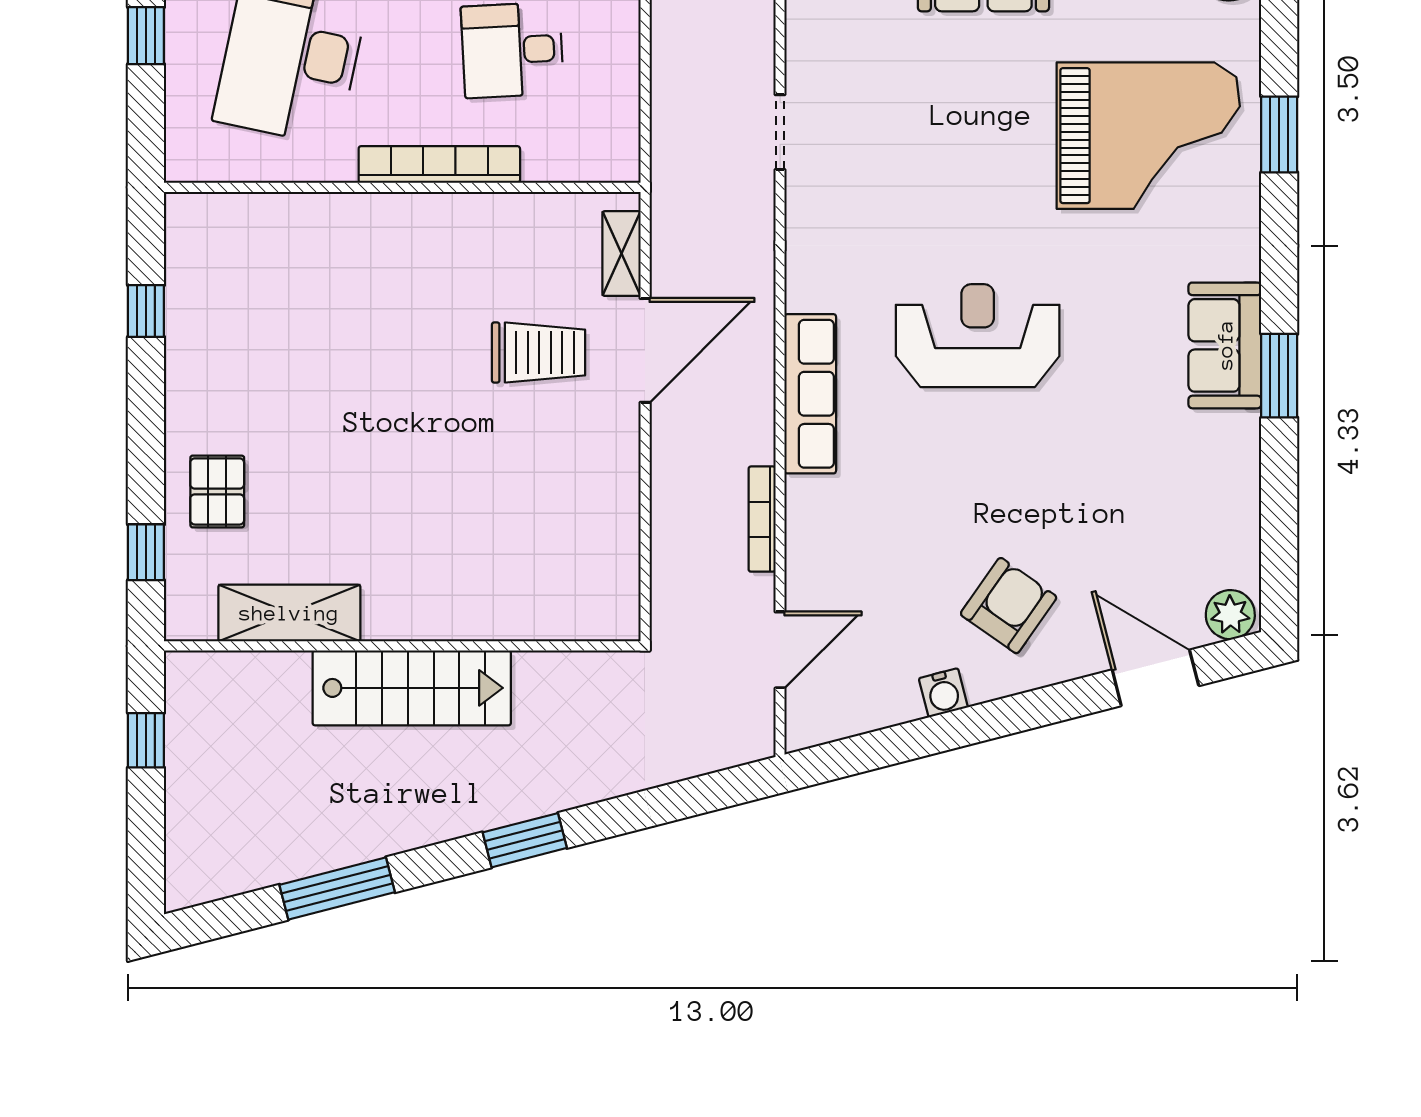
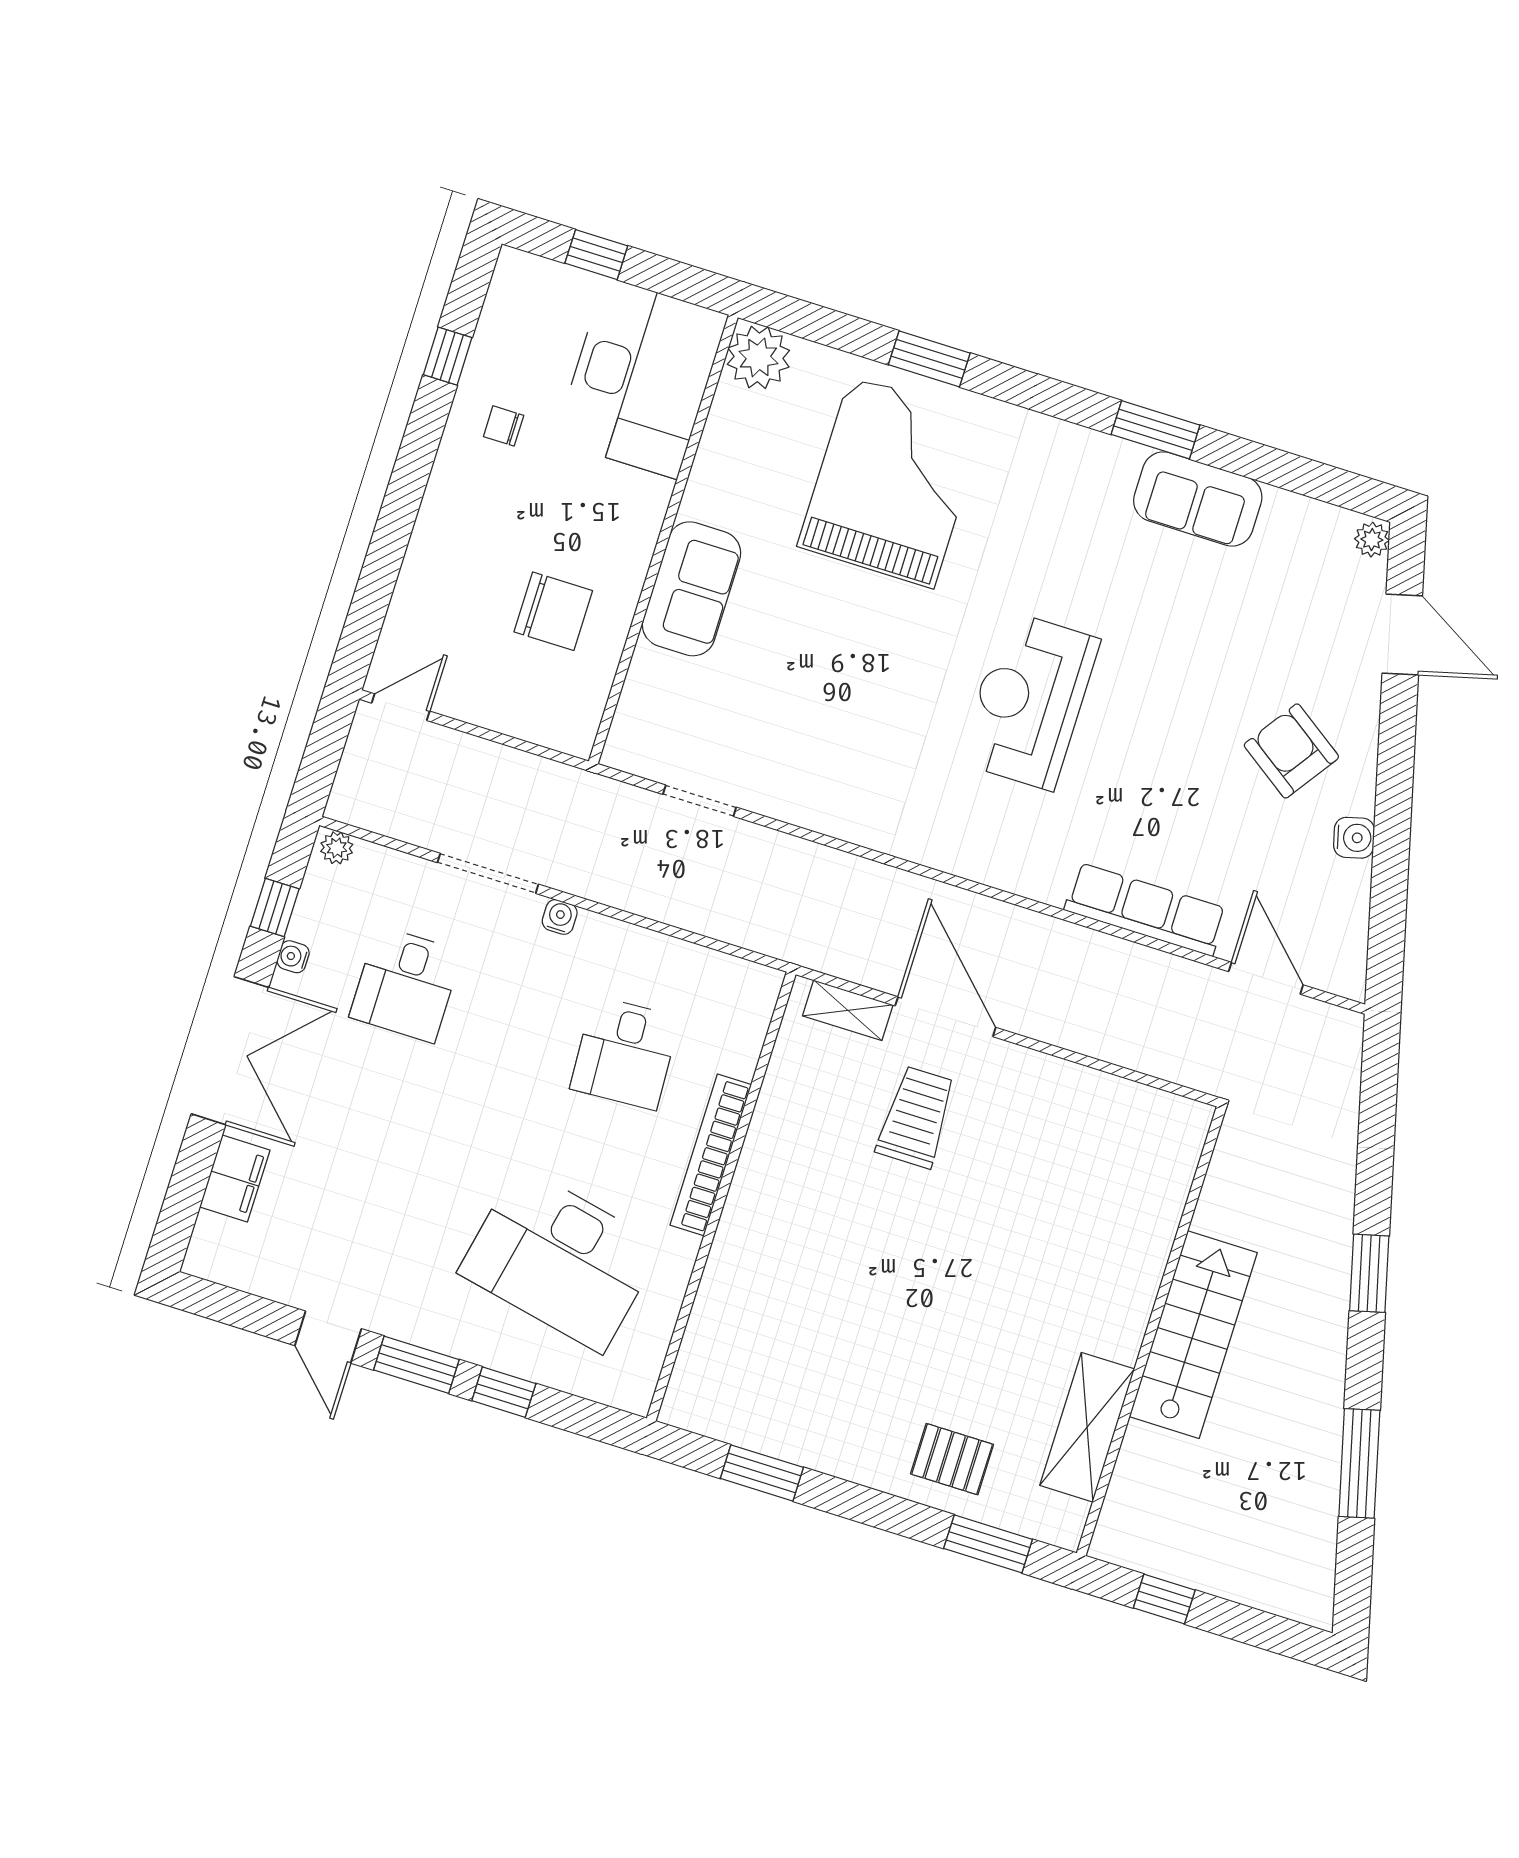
doorway: (780, 132) -> (700, 801), moved
window: (146, 311) -> (762, 1473), width x1.50
sofa: (1225, 345) -> (1198, 499), moved
row of seats: (810, 394) -> (1146, 909), moved
bookcase: (762, 519) -> (1138, 957), removed
window: (146, 552) -> (988, 1544), width x1.50
plant: (1230, 615) -> (1372, 540), width x0.73, depth x0.73
door: (1155, 678) -> (1402, 634), swing flipped

